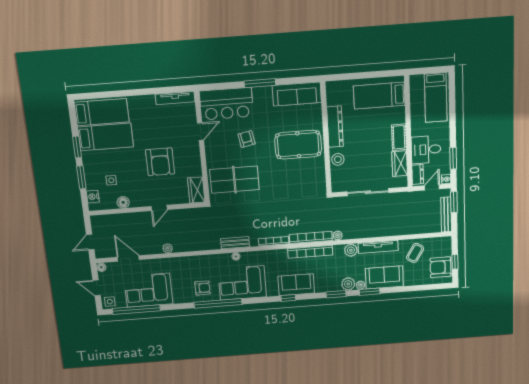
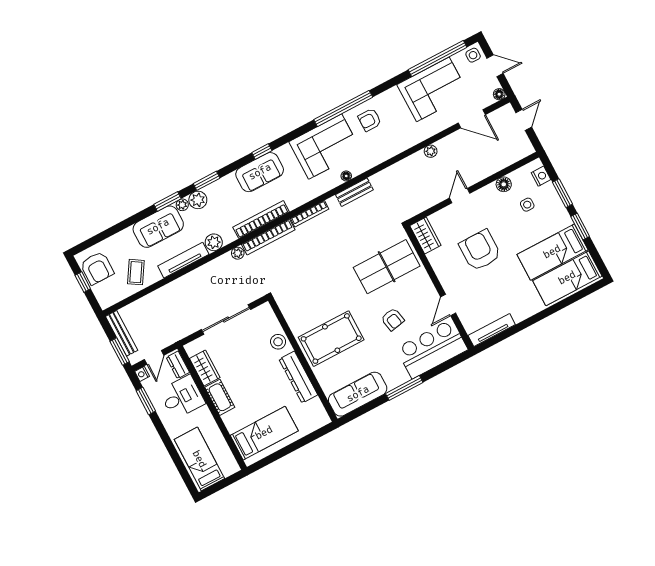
armchair: (440, 267) -> (97, 268), turned 90

